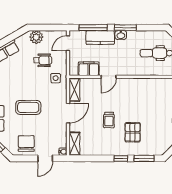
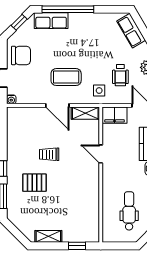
filing cabinet: (89, 69) -> (115, 115), moved, turned 90
coffee table: (28, 107) -> (66, 77), moved, turned 90
shelving: (74, 144) -> (21, 113), removed

